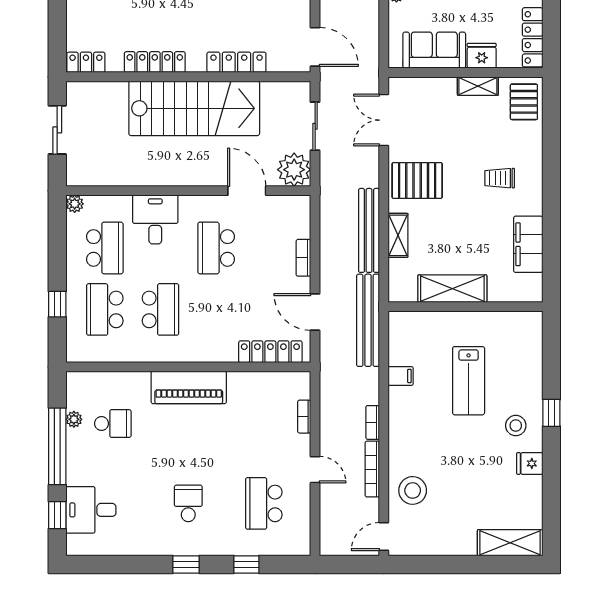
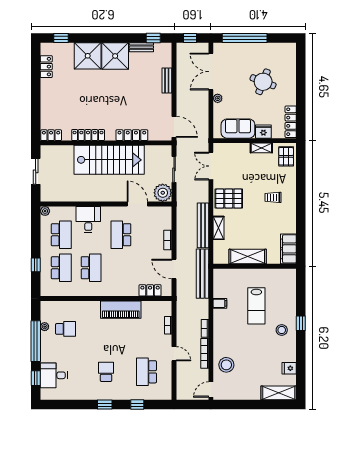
filing cabinet: (528, 244) -> (288, 249), moved
school desk: (105, 309) -> (61, 268), turned 180
locker: (270, 352) -> (150, 290), width x0.66
piano: (189, 387) -> (121, 310), moved
fridge: (530, 463) -> (289, 368), moved

